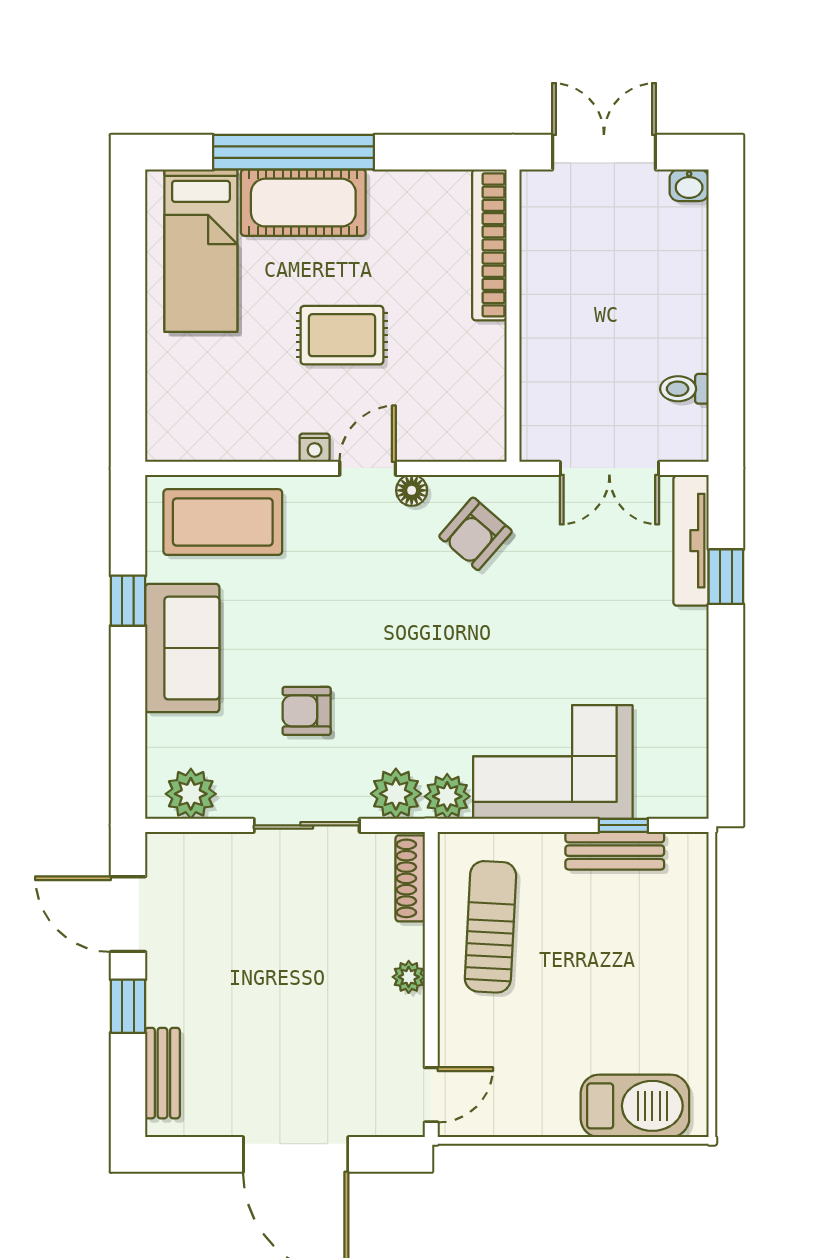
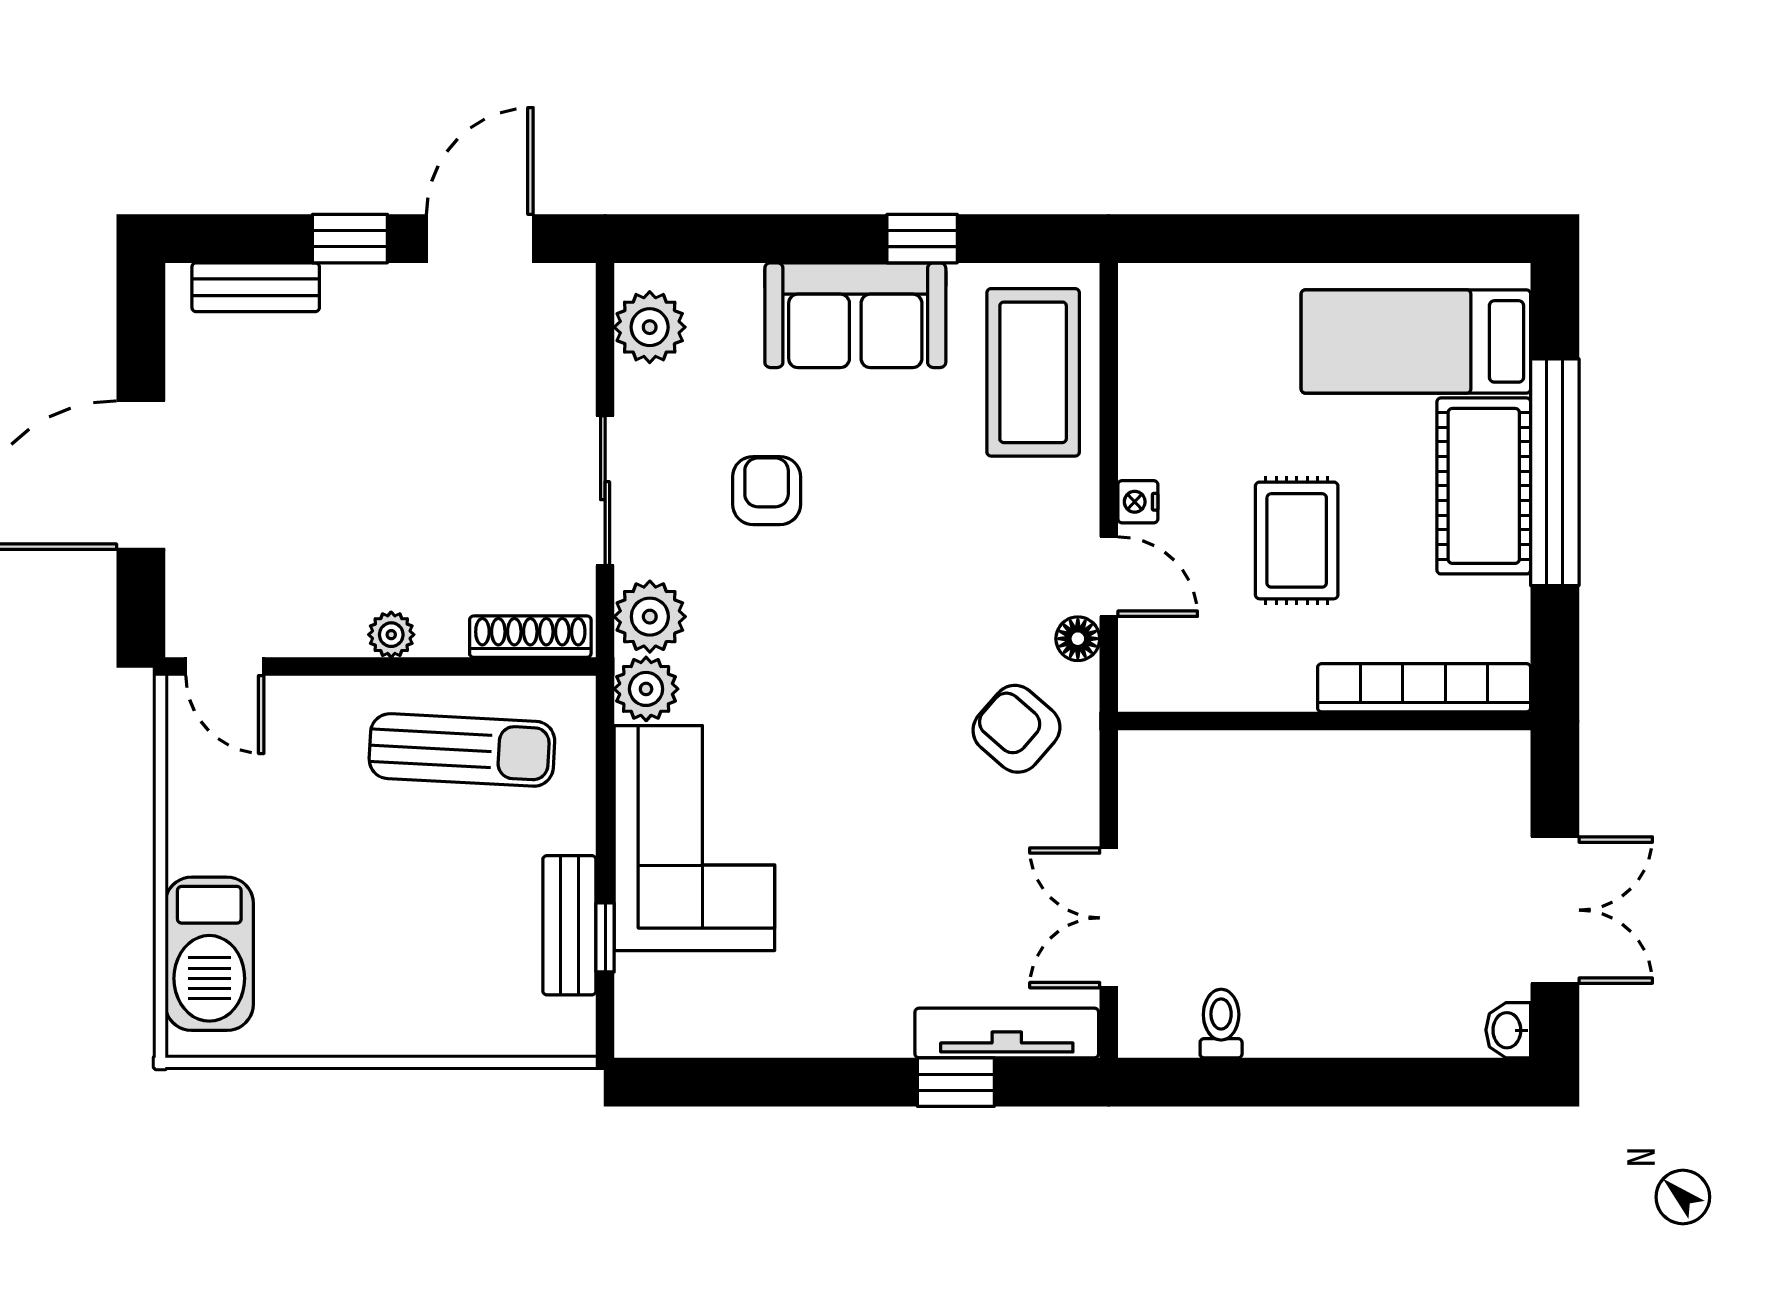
bookcase: (489, 245) -> (1424, 688), moved
wall: (513, 316) -> (1324, 721), moved

